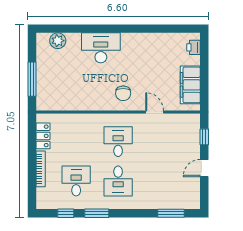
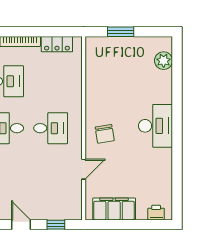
desk: (101, 48) -> (156, 126), moved
window: (32, 79) -> (121, 32), width x0.69
chair: (123, 93) -> (105, 134), turned -99

